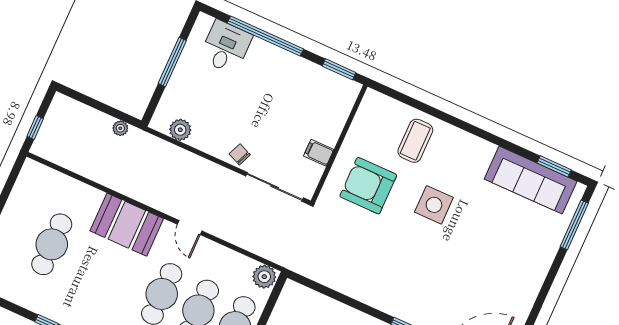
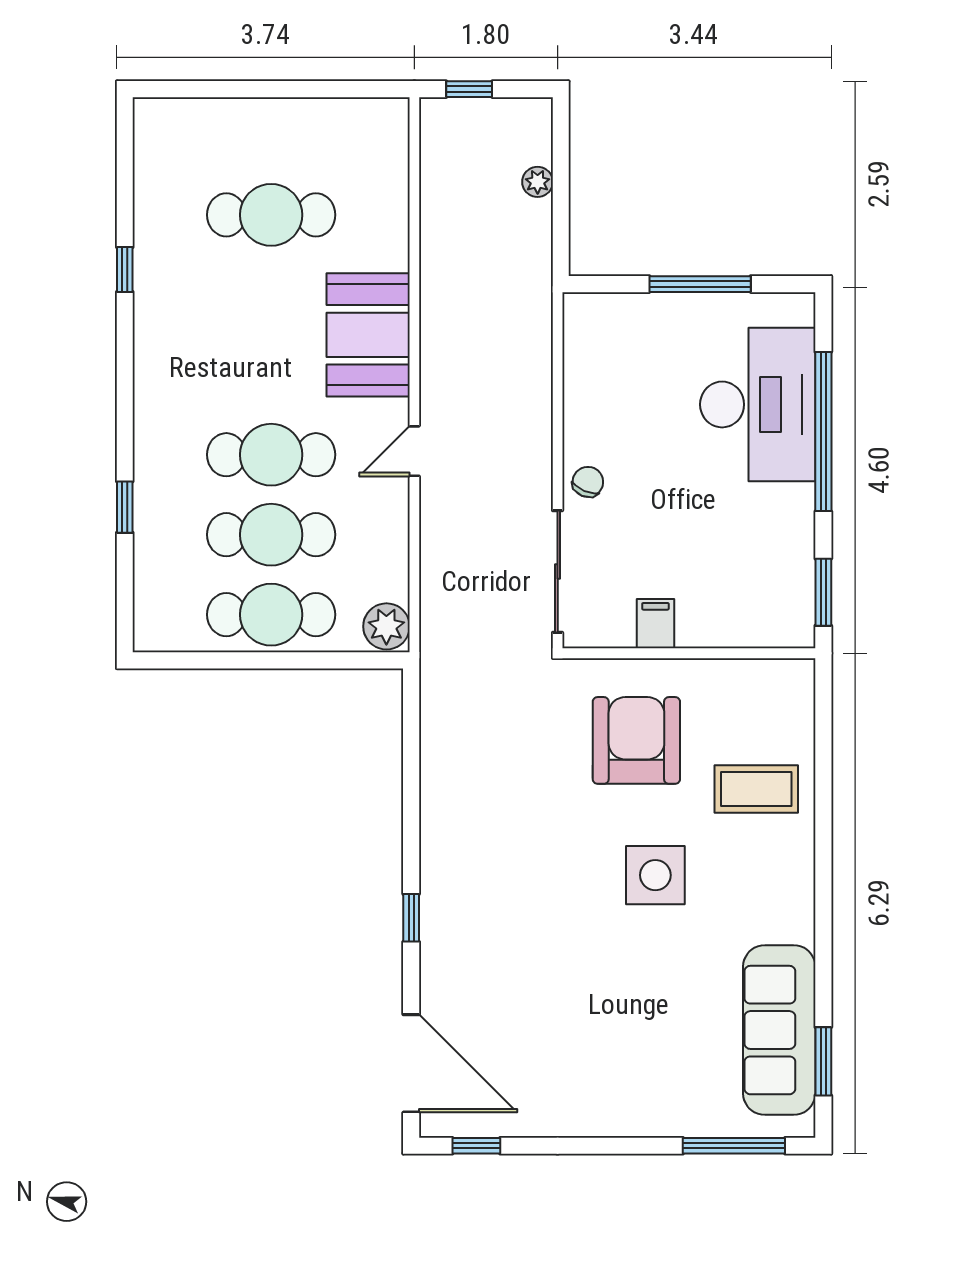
desk: (226, 47) -> (758, 404), width x1.87, depth x1.30
plant: (120, 128) -> (538, 182), moved
plant: (180, 130) -> (584, 354), removed

